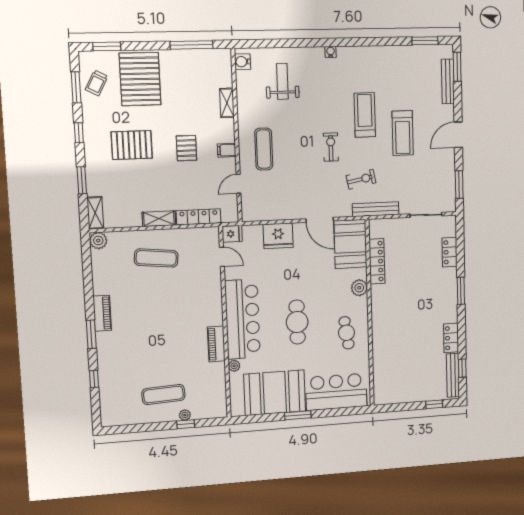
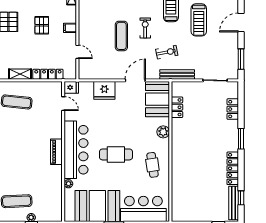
exercise mat: (264, 149) -> (121, 36), moved
door: (239, 184) -> (77, 52), swing flipped
door: (320, 220) -> (135, 80), swing flipped
locker: (377, 261) -> (177, 107), width x0.66
cafe table: (297, 322) -> (116, 154), turned 90
locker: (451, 338) -> (233, 168), width x1.53
piano: (216, 344) -> (56, 152), moved

